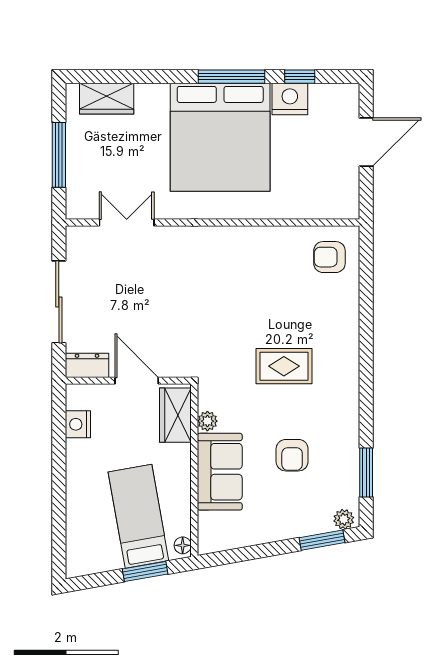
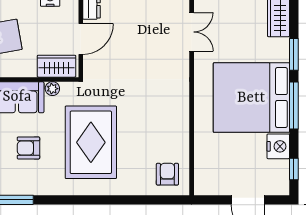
window: (159, 77) -> (294, 54), added
window: (300, 77) -> (294, 169), moved
rug: (284, 366) -> (91, 142), width x1.86, depth x2.06

